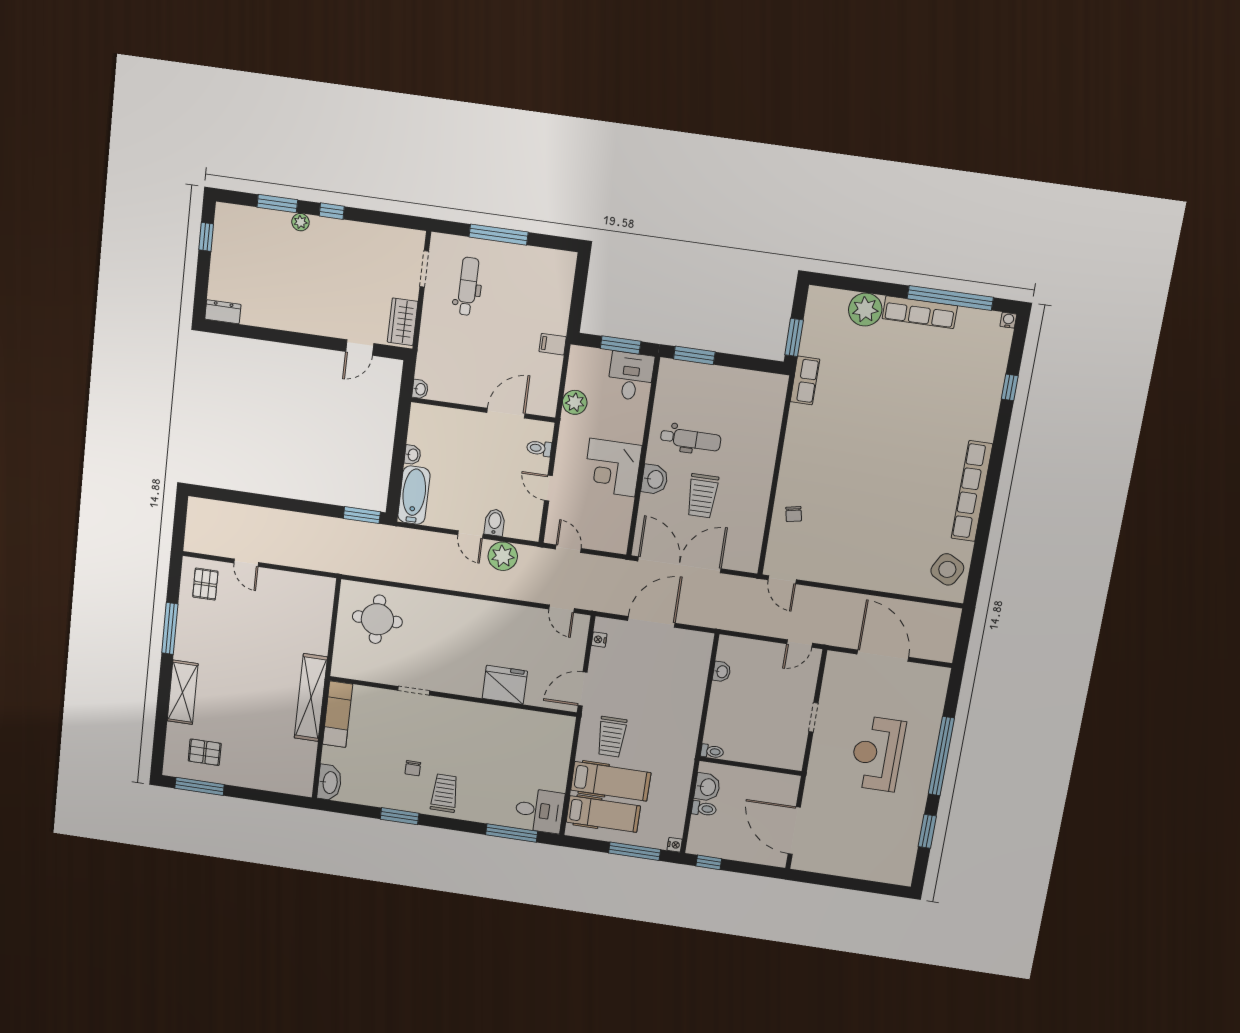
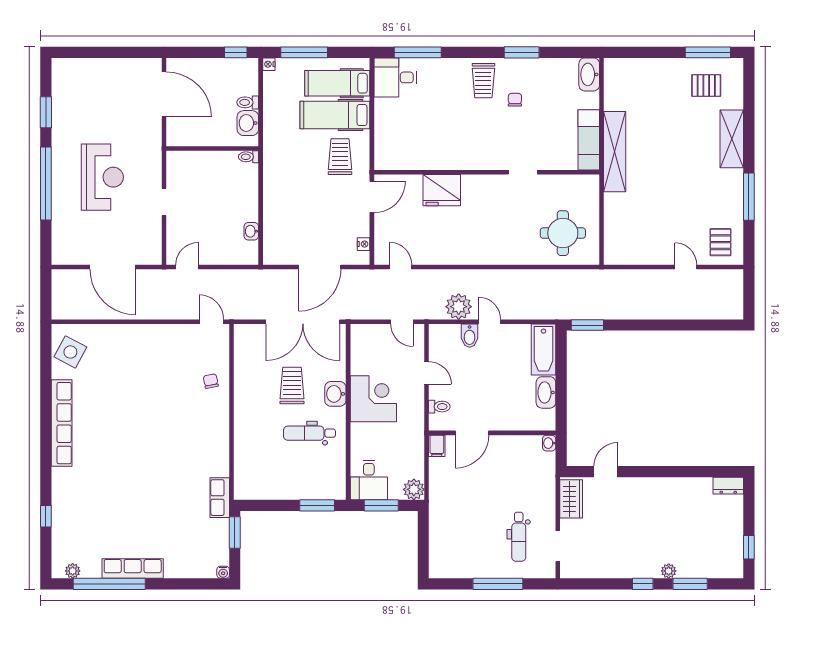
plant: (865, 310) -> (73, 571), moved, width x0.53, depth x0.53
water cooler: (1008, 320) -> (223, 572), moved
filing cabinet: (553, 344) -> (437, 446), moved, turned 90
plant: (575, 402) -> (414, 489), moved
washbasin: (413, 455) -> (546, 392), width x1.91, depth x1.45

